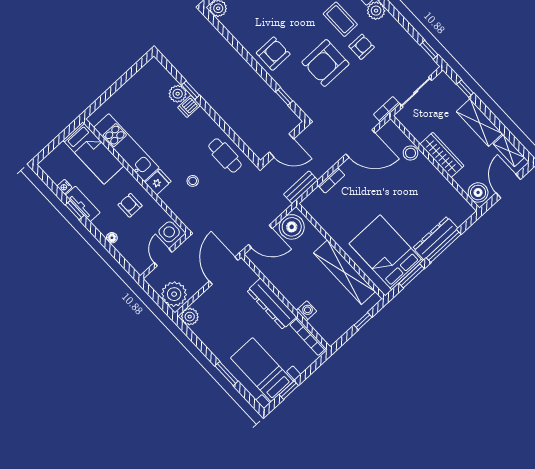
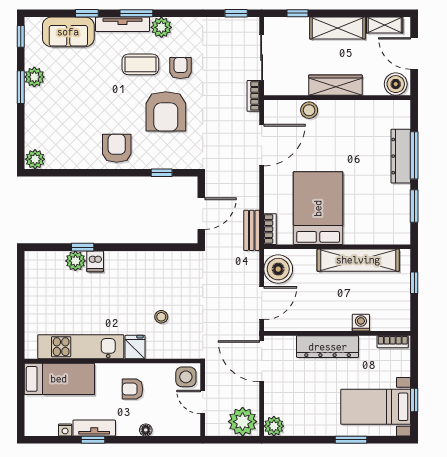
cafe table: (225, 155) -> (165, 269), removed
bookcase: (331, 180) -> (270, 229), moved
bed: (386, 252) -> (318, 208), moved, turned 90
bookcase: (308, 337) -> (393, 342), width x0.64

